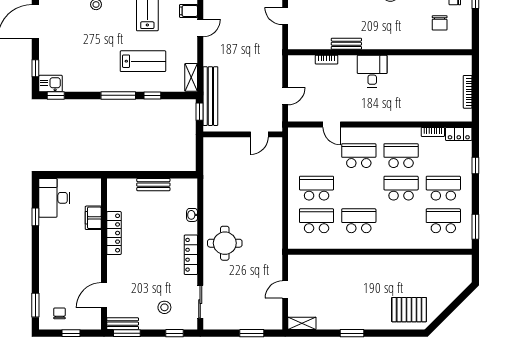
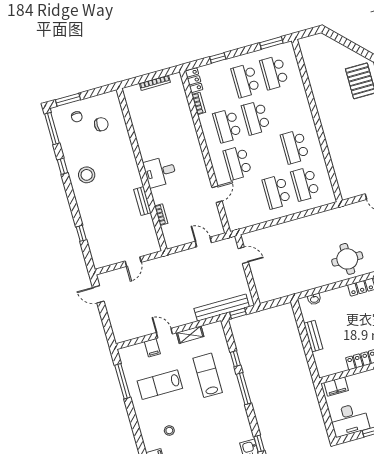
shelving: (191, 77) -> (190, 335), moved
washbasin: (192, 215) -> (314, 299), moved
filing cabinet: (93, 218) -> (336, 387), moved

